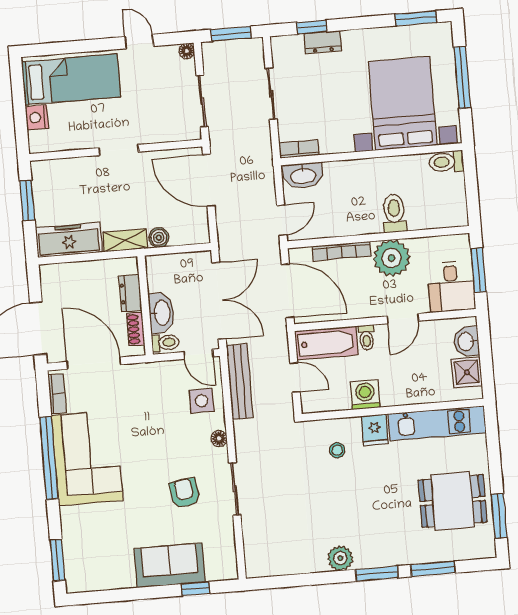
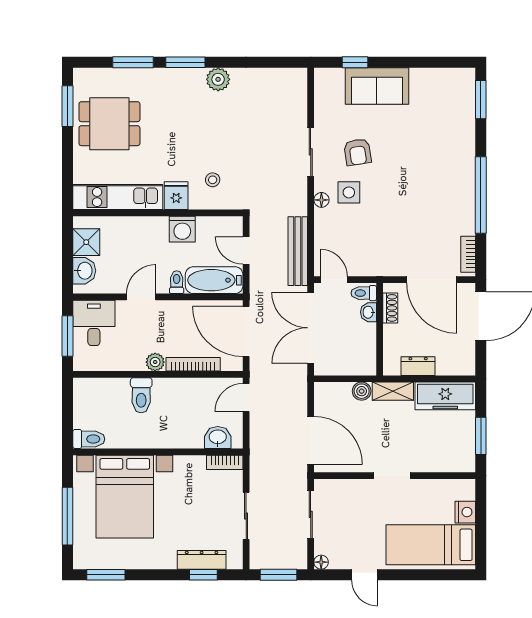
dresser: (323, 42) -> (202, 560), width x1.44
washbasin: (303, 175) -> (218, 438), width x0.72
plant: (392, 258) -> (155, 362), width x0.53, depth x0.53
dresser: (130, 293) -> (418, 366), moved, turned -90
washbasin: (161, 313) -> (369, 312), width x0.52, depth x0.69
side table: (202, 401) -> (349, 192), moved
corner sofa: (87, 458) -> (445, 192), removed

